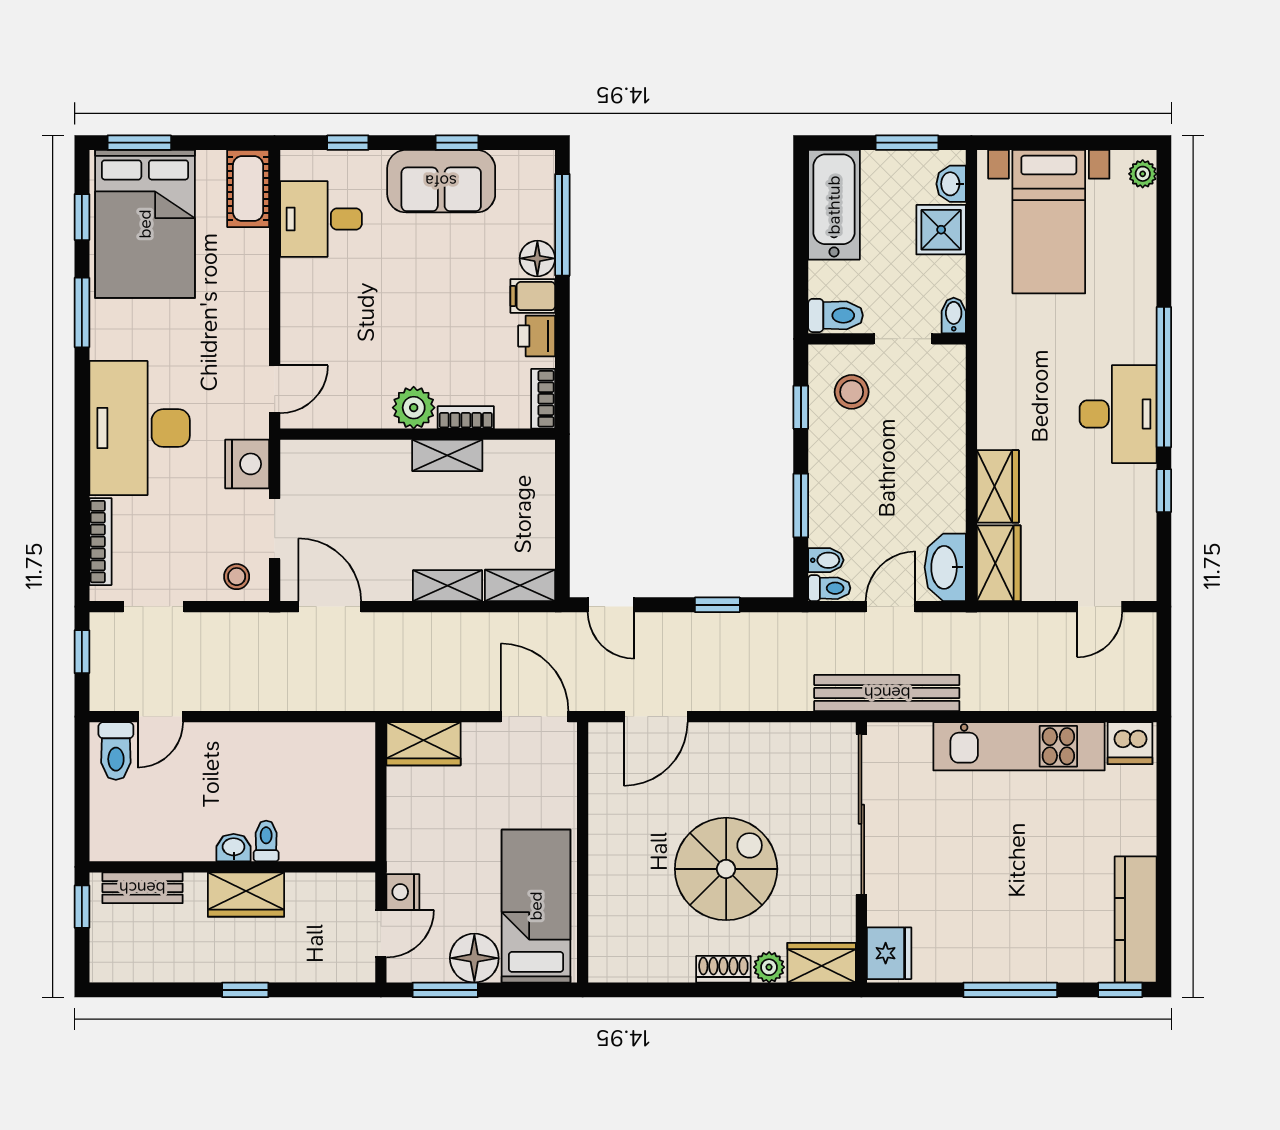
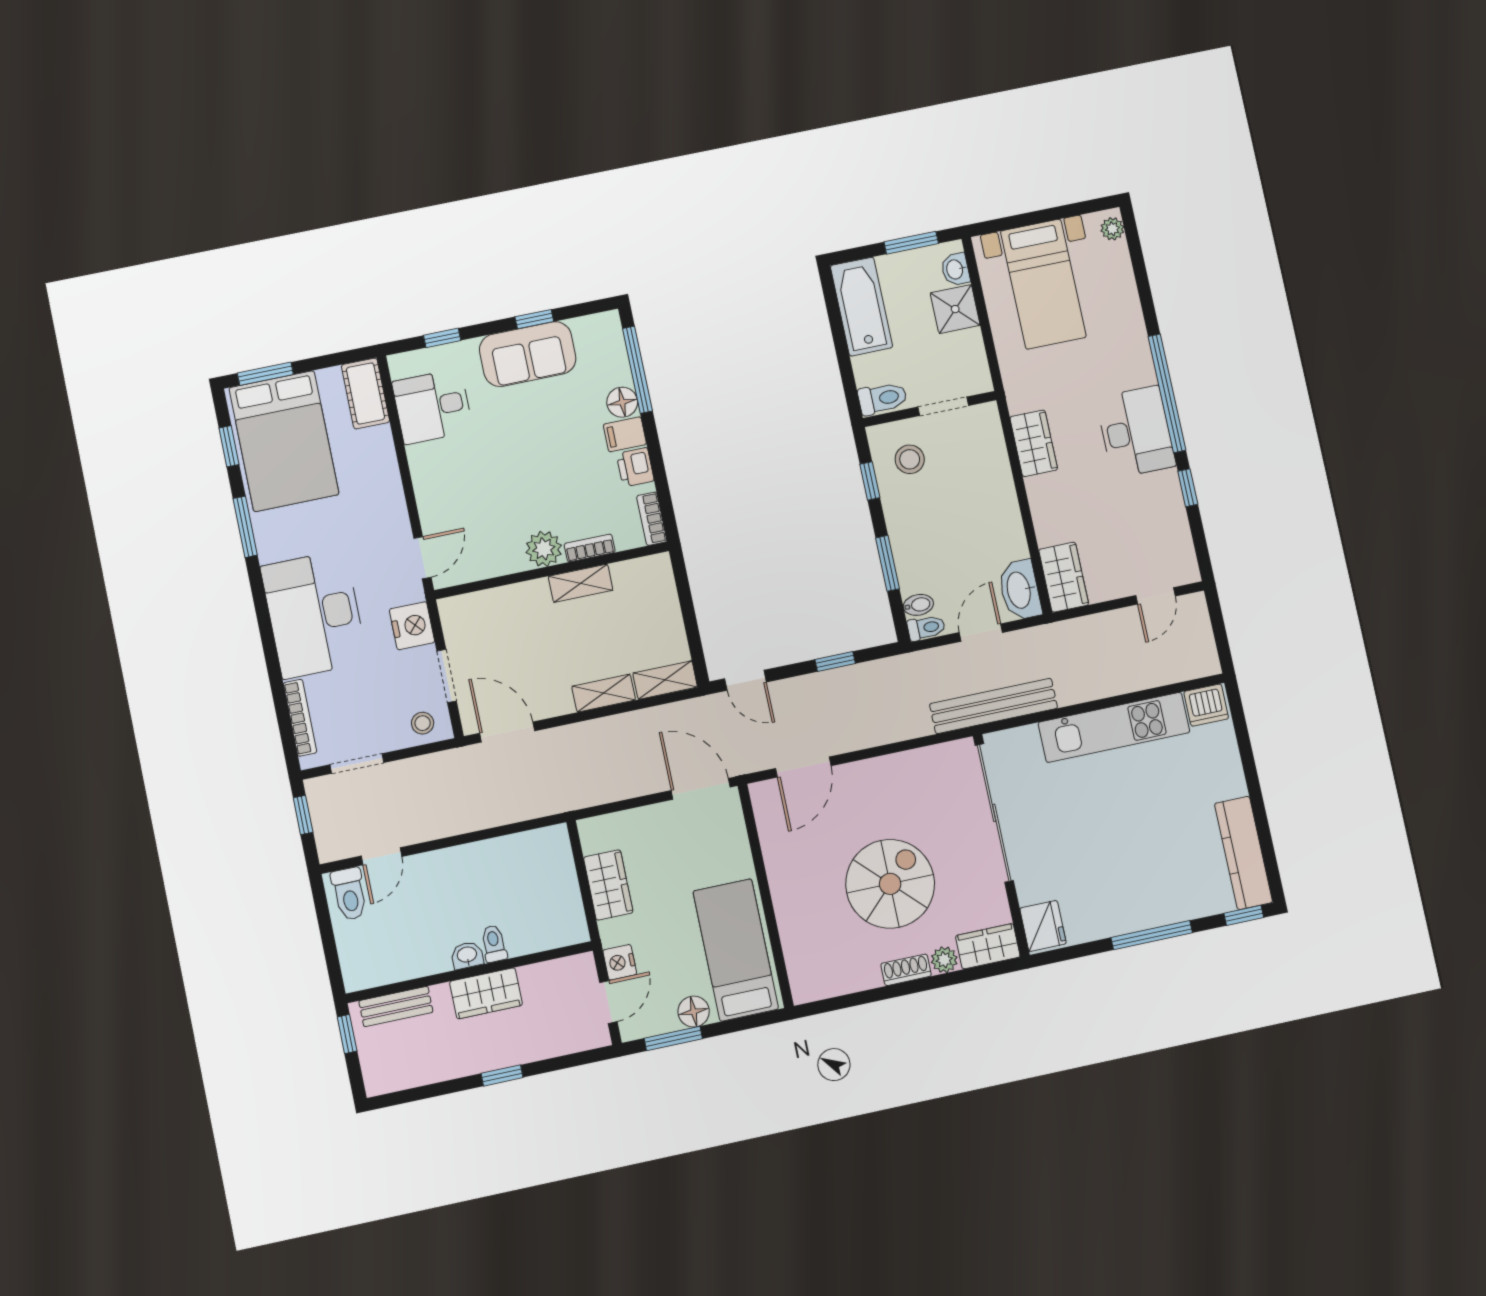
bidet: (954, 315) -> (981, 378), removed
wardrobe: (998, 486) -> (1034, 443), moved
wardrobe: (424, 744) -> (608, 885), moved, turned -90
floor lamp: (474, 958) -> (694, 1012), width x0.73, depth x0.73

